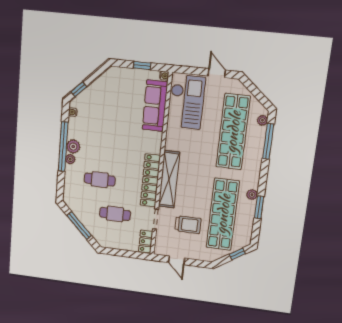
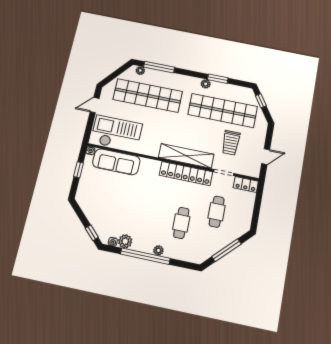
plant: (73, 147) -> (125, 241), moved
trolley: (188, 225) -> (231, 143), turned 180

